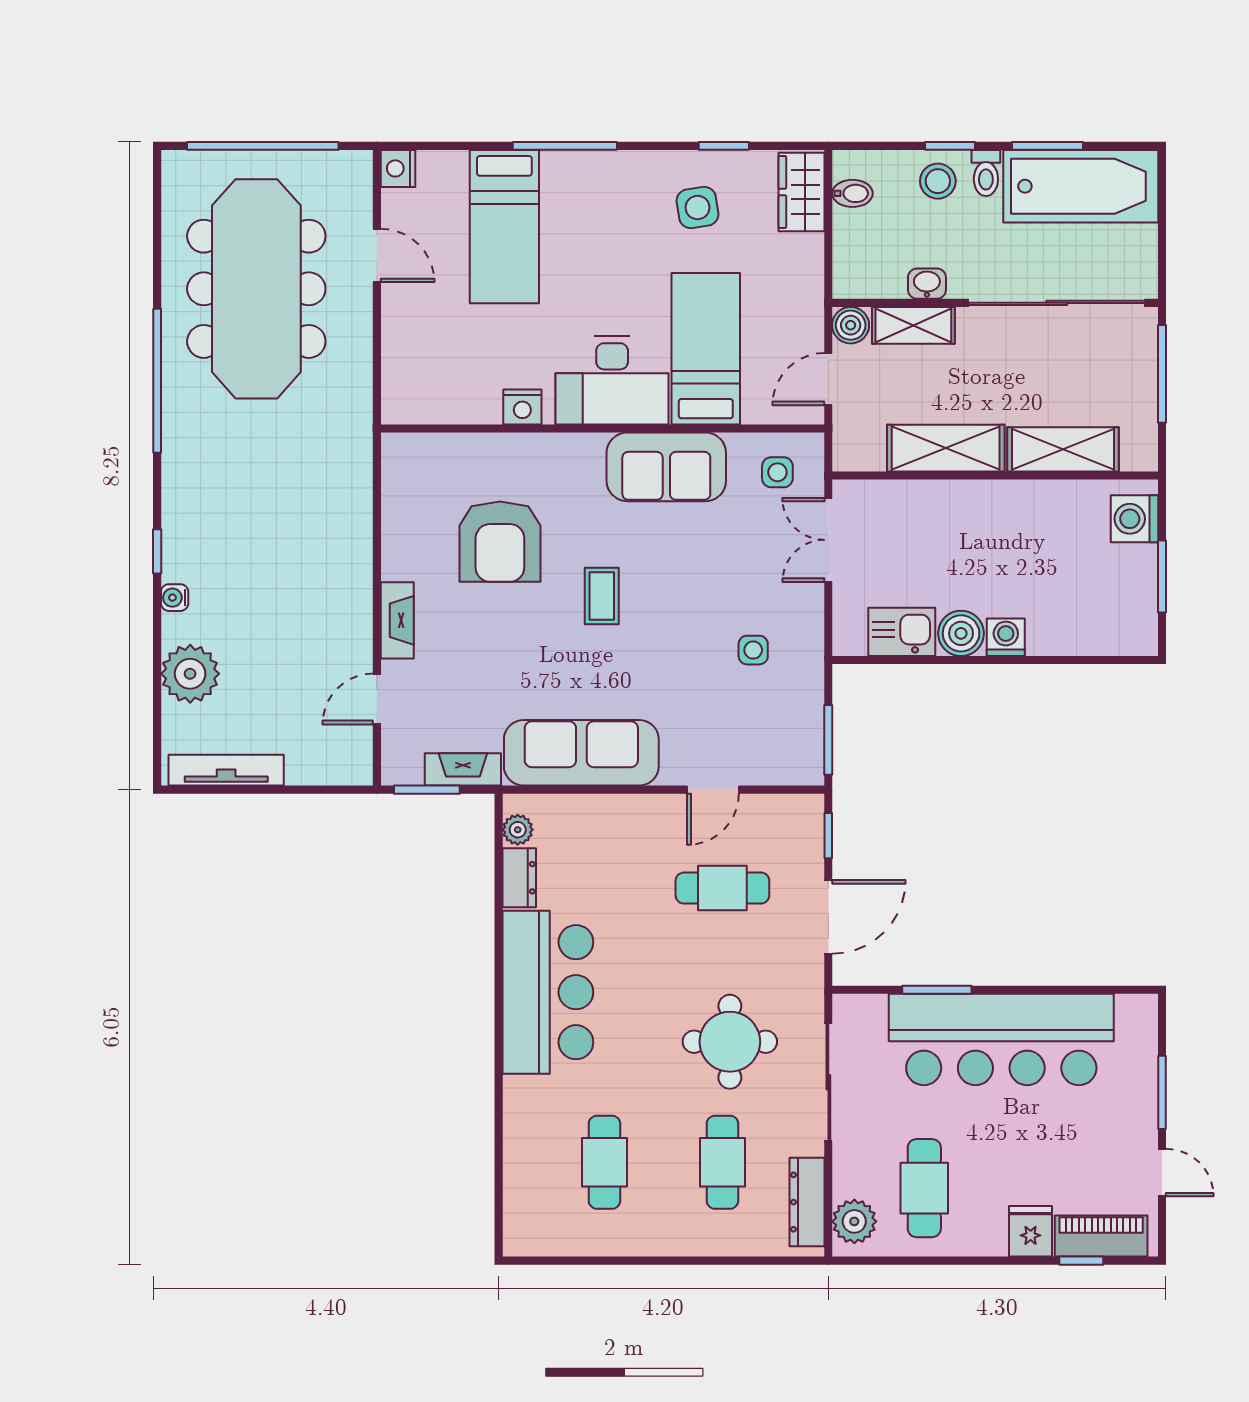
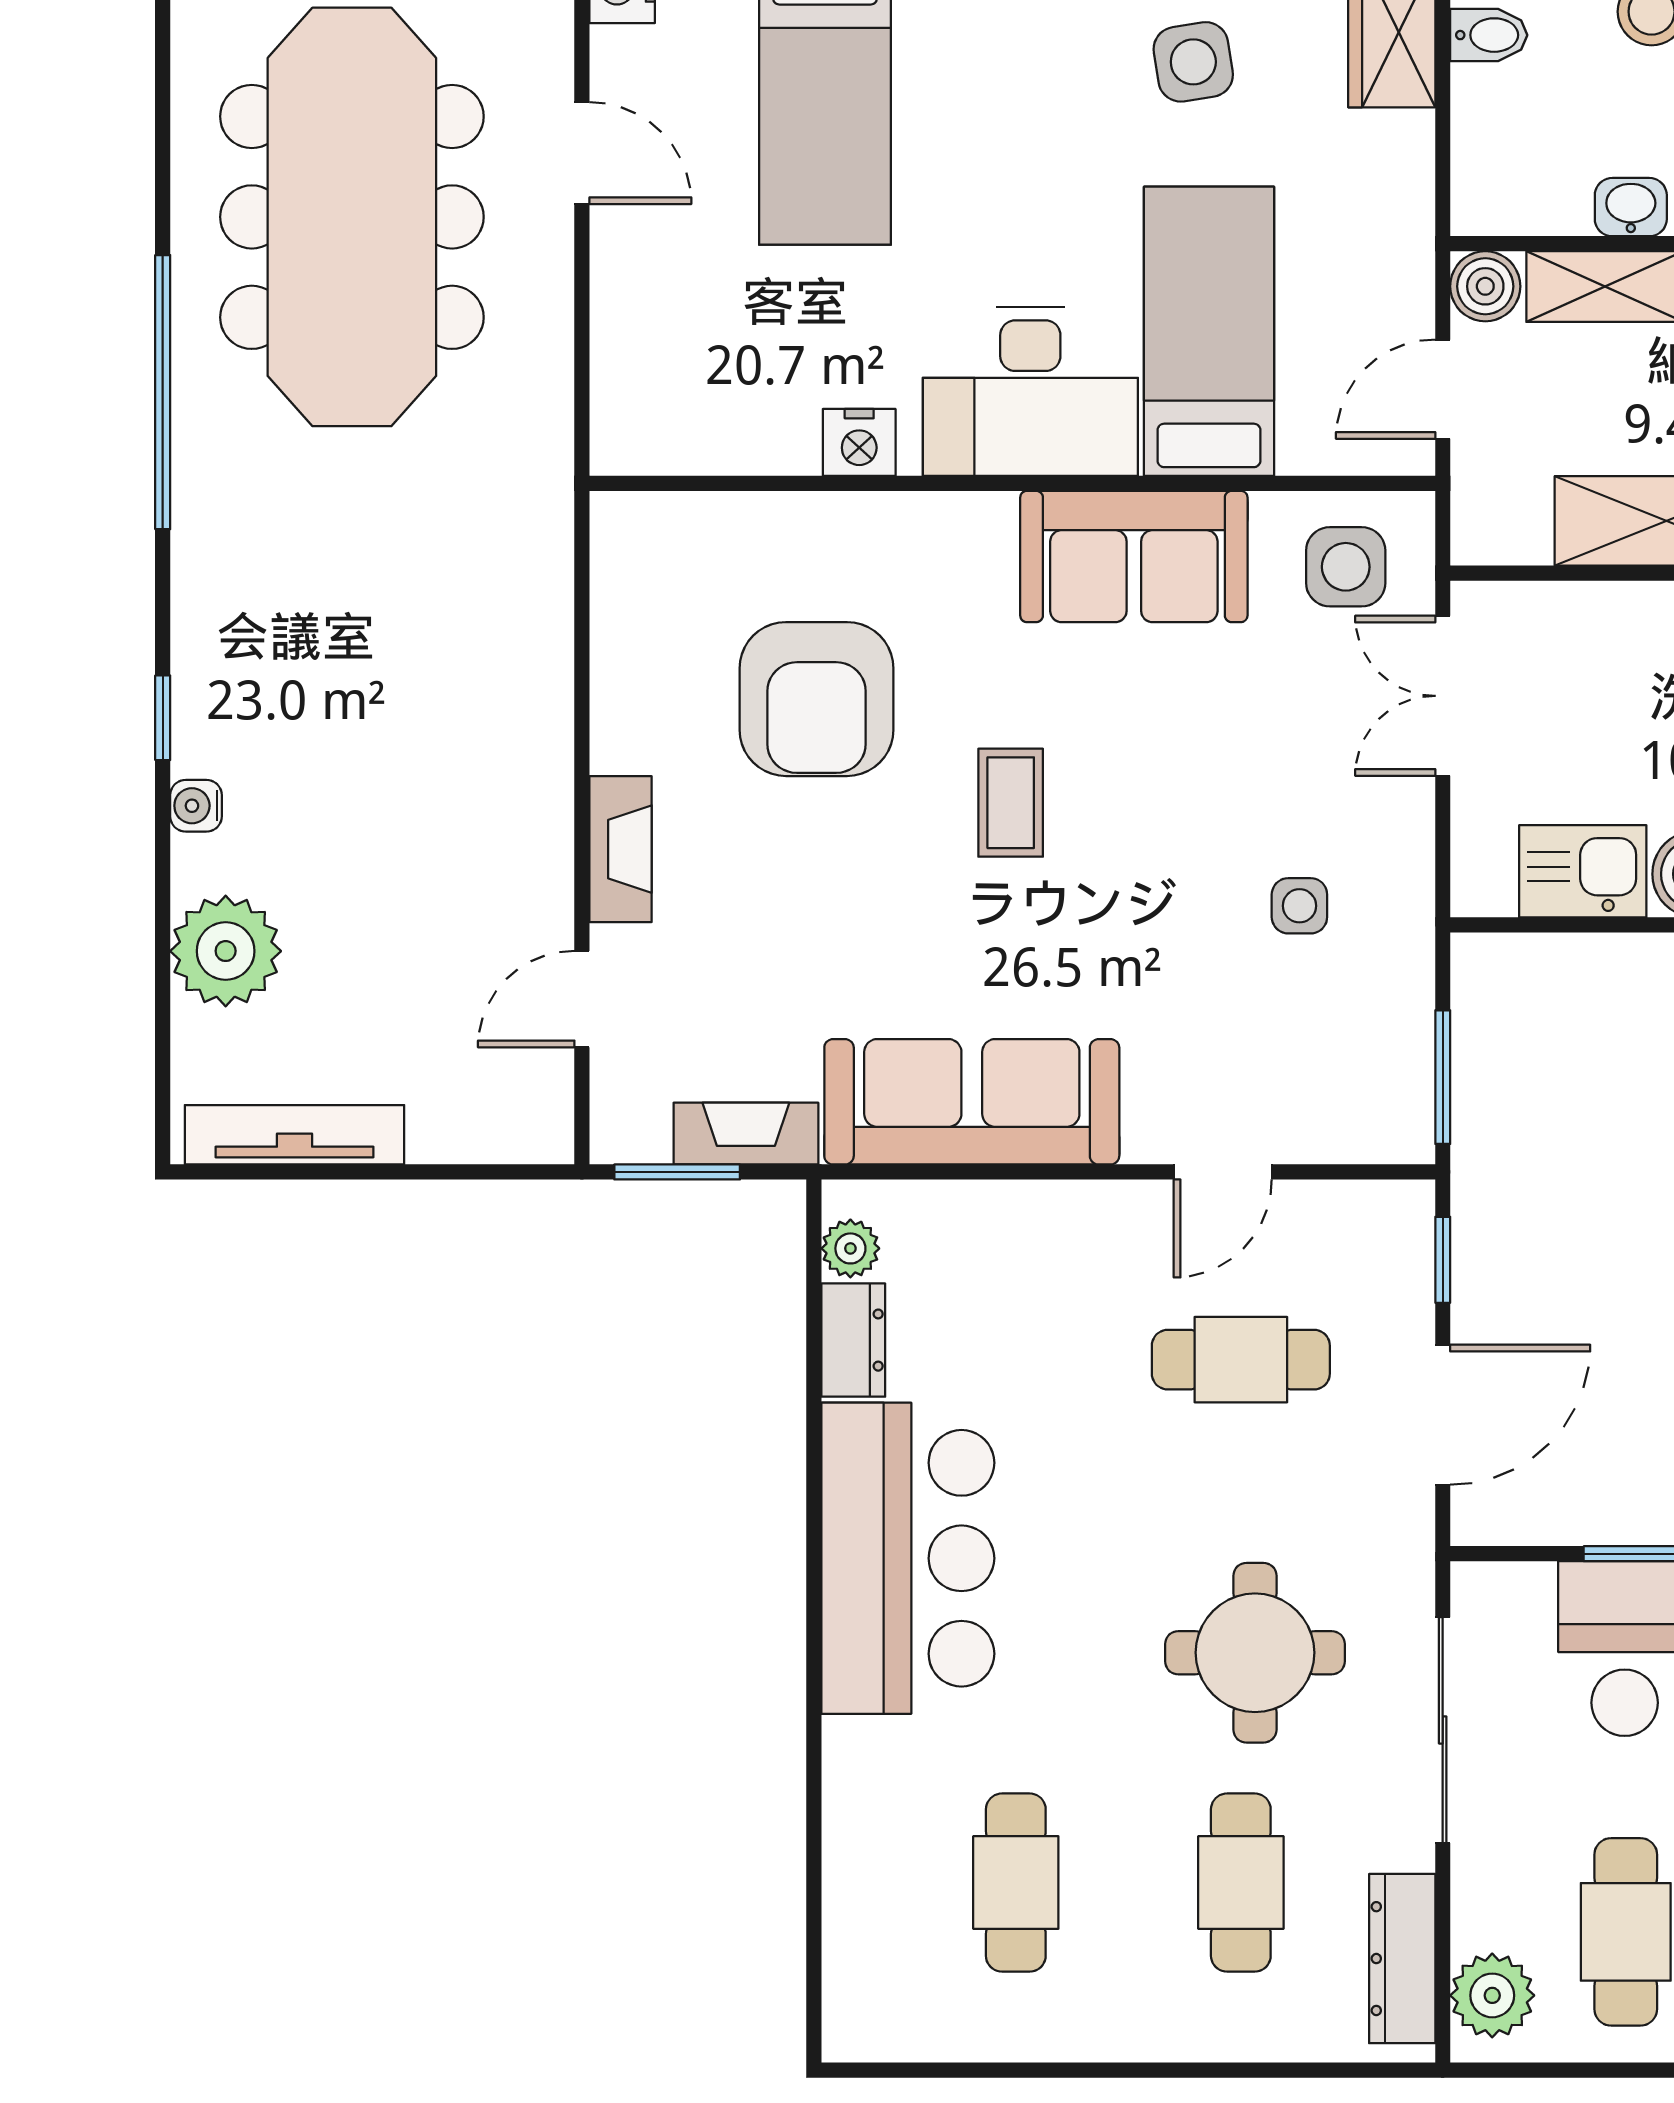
side table: (777, 472) -> (1346, 567), width x1.37, depth x1.37

